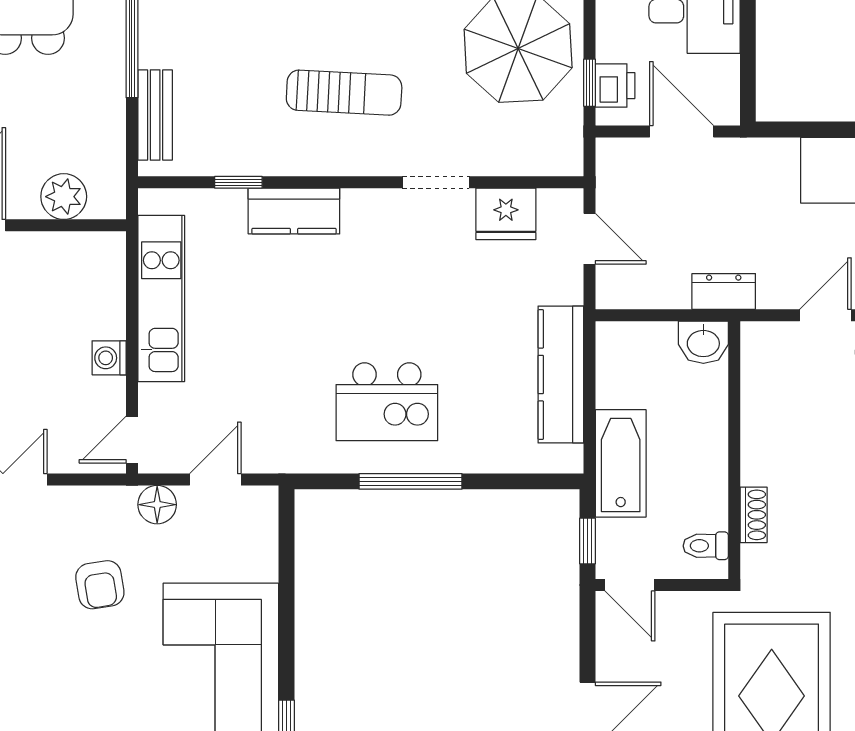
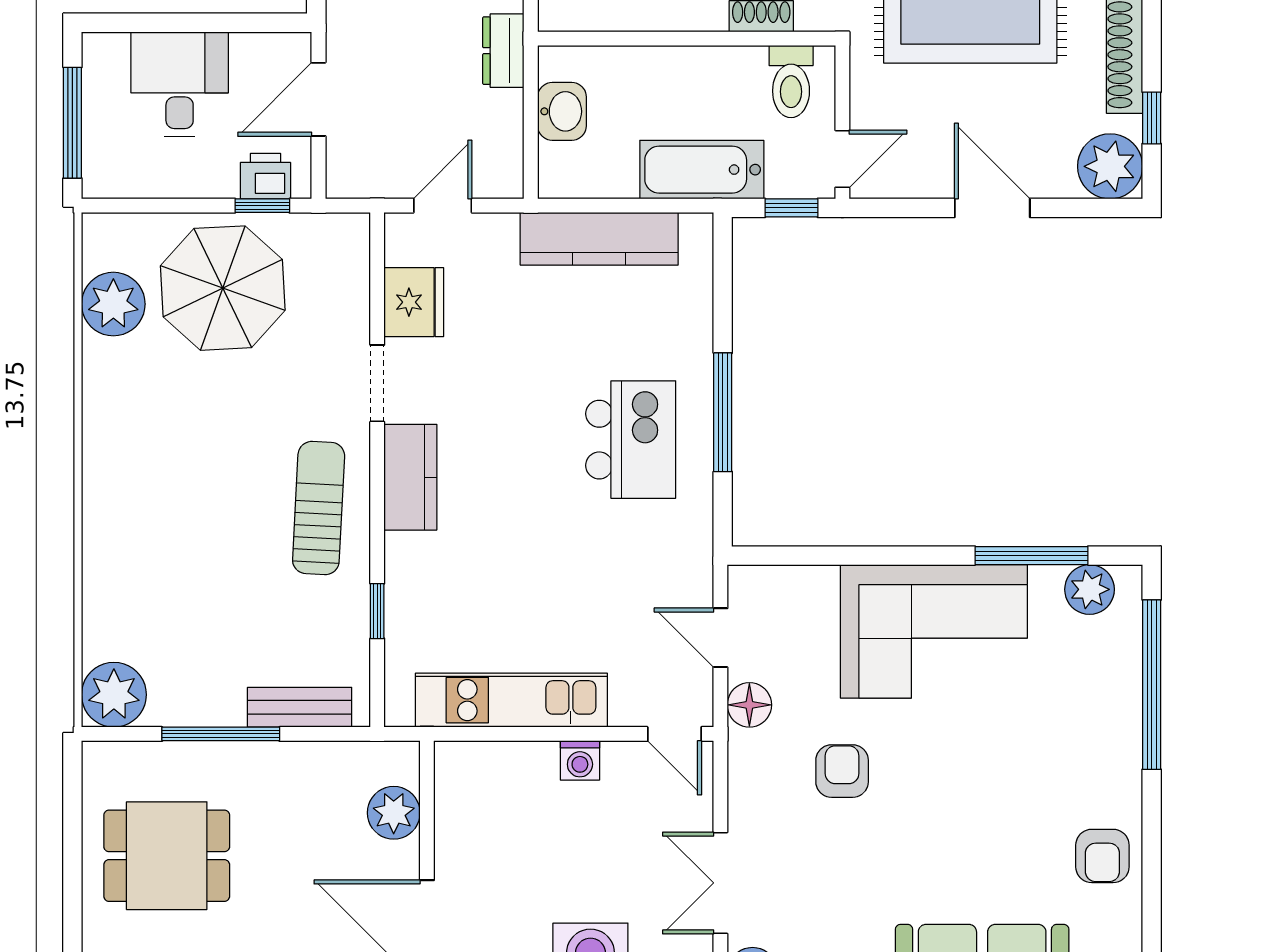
sun lounger: (344, 93) -> (319, 508), moved
kitchen counter: (294, 211) -> (410, 477), moved
washbasin: (703, 342) -> (562, 111), moved
toilet: (706, 546) -> (791, 82), width x1.37, depth x1.39
armchair: (100, 585) -> (842, 771), turned -81

